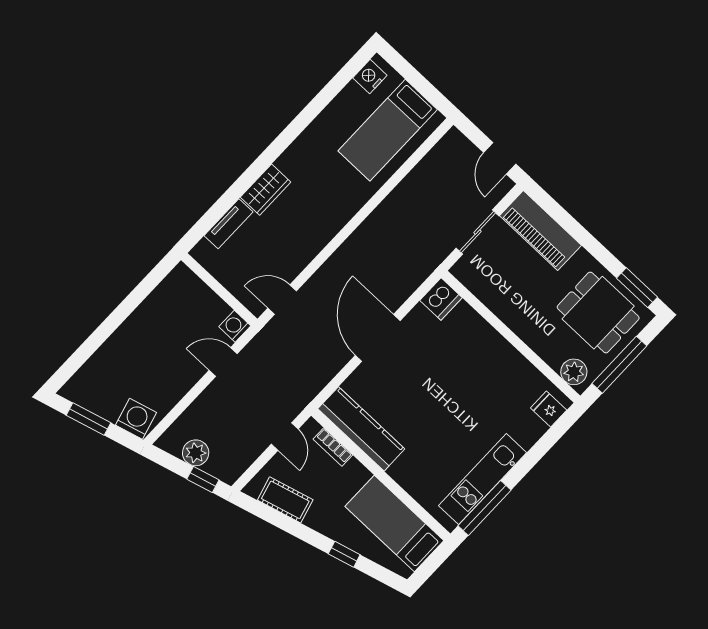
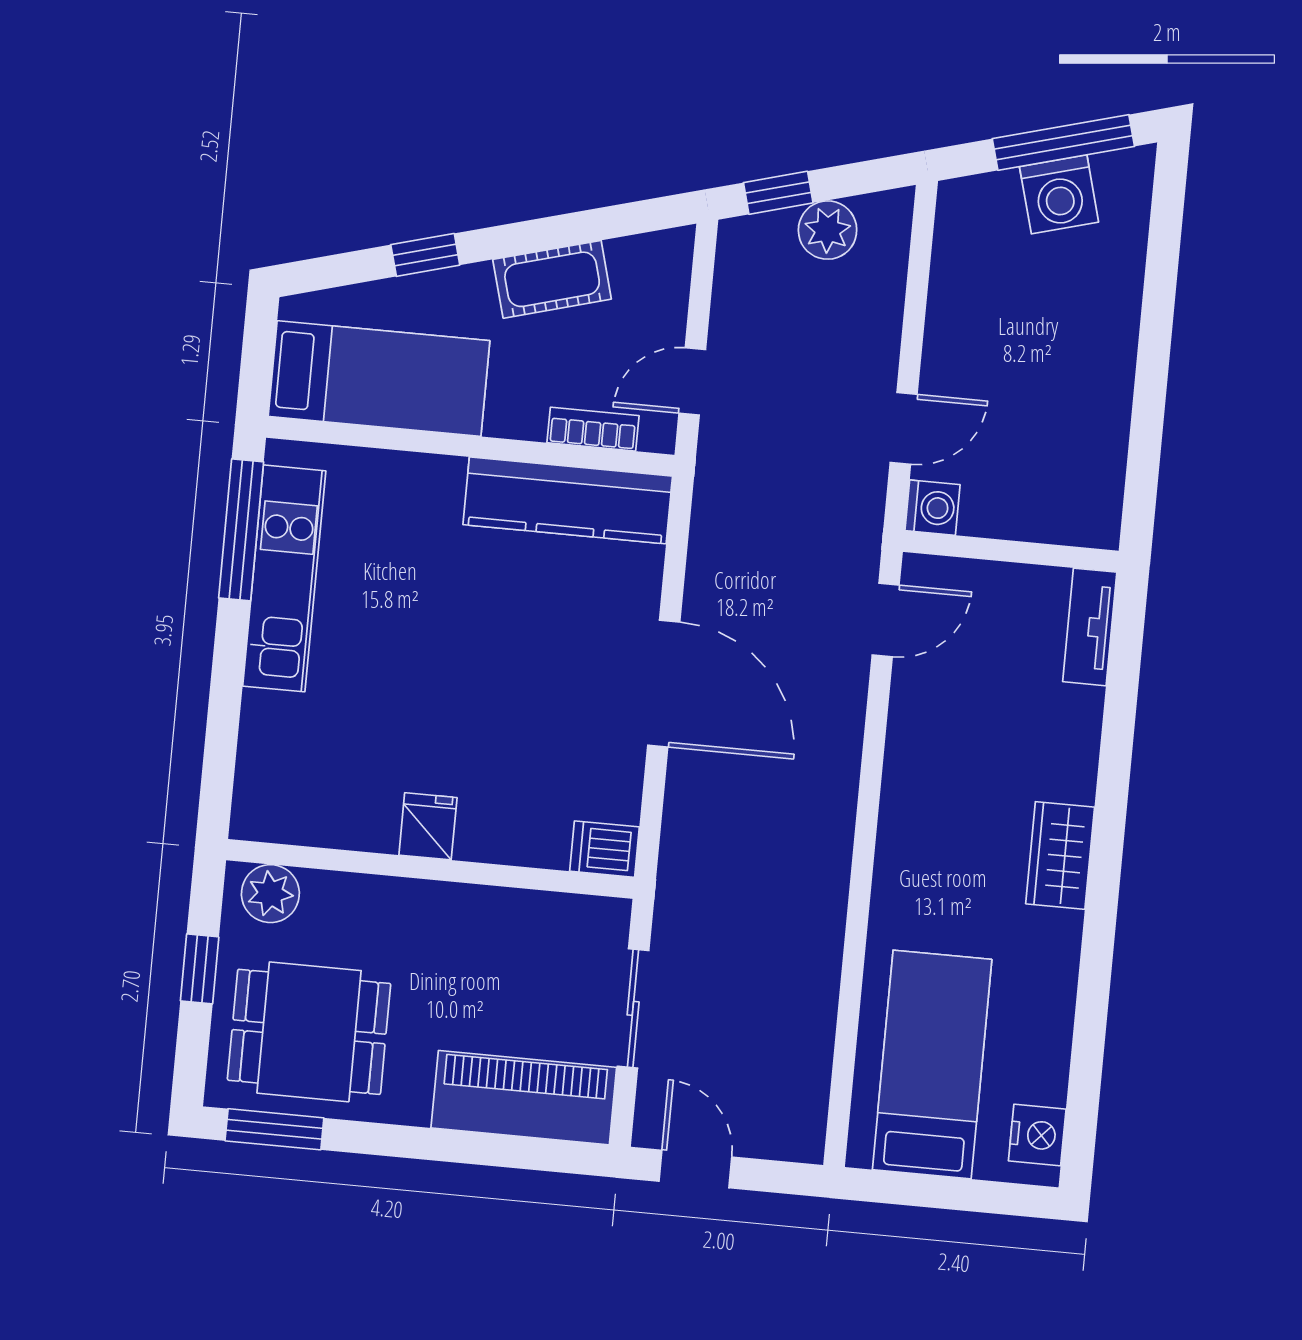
wardrobe: (266, 190) -> (1060, 855), moved
tv unit: (228, 224) -> (1090, 627), moved
dishwasher: (441, 299) -> (605, 849), width x0.73
window: (619, 365) -> (200, 969), width x0.46
fridge: (549, 409) -> (428, 826), moved, turned -90
window: (89, 419) -> (1063, 142), width x1.44
washing machine: (136, 419) -> (1059, 194), moved
door: (285, 437) -> (692, 381), hinge flipped
cot: (285, 500) -> (552, 279), moved

